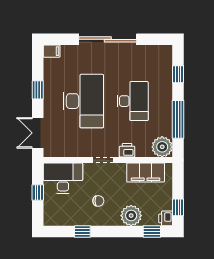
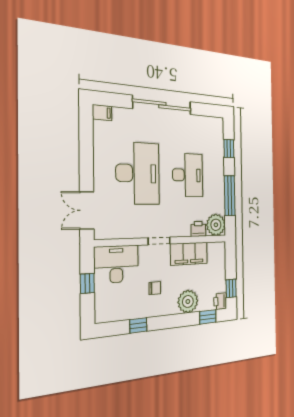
window: (38, 90) -> (86, 158), removed
printer: (127, 150) -> (198, 229), moved
filing cabinet: (146, 172) -> (189, 254), moved

